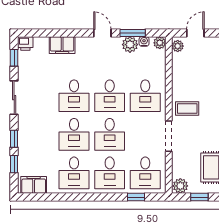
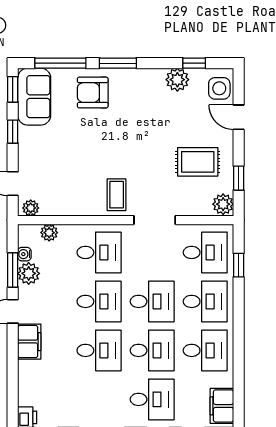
plant: (160, 43) -> (49, 233), moved
filing cabinet: (62, 45) -> (29, 342), moved
desk: (38, 134) -> (152, 399), added

